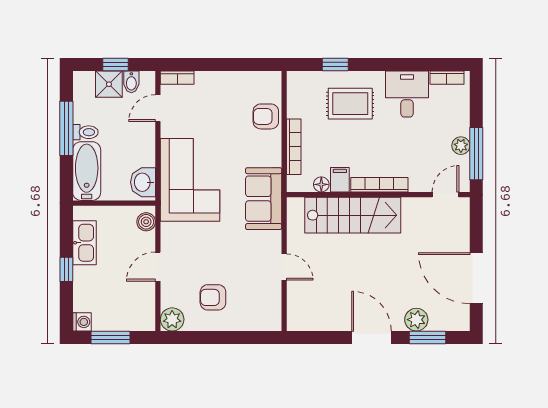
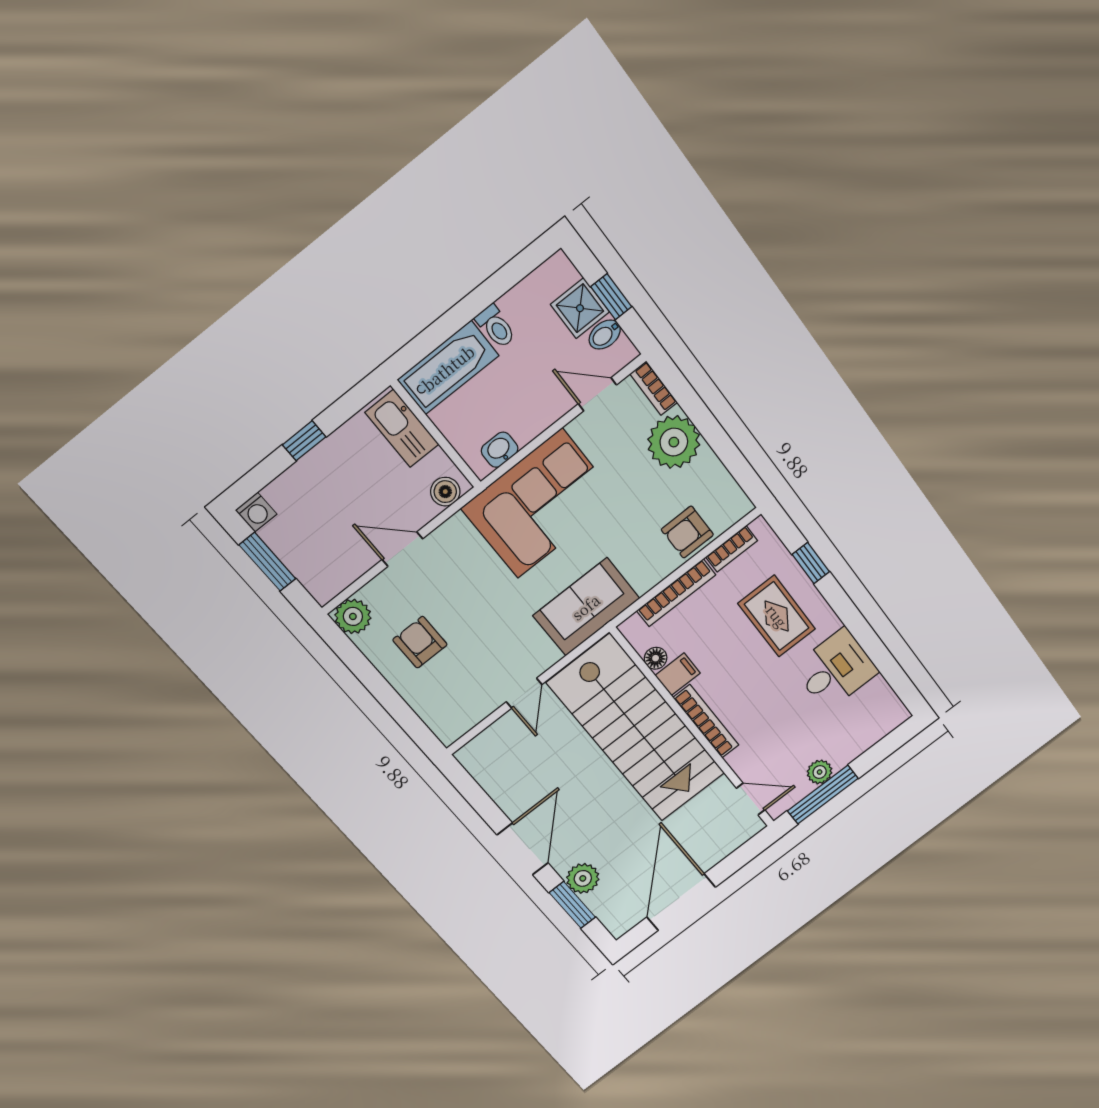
bookcase: (447, 78) -> (732, 549), moved, turned -90
plant: (213, 88) -> (674, 442), added
armchair: (266, 116) -> (687, 532), turned -90
window: (66, 128) -> (481, 298), removed
washbasin: (143, 182) -> (500, 450), width x0.72, depth x0.69
stairs: (353, 215) -> (637, 729), width x1.36, depth x1.51
kitchen sink: (84, 243) -> (402, 428), moved, turned 90

